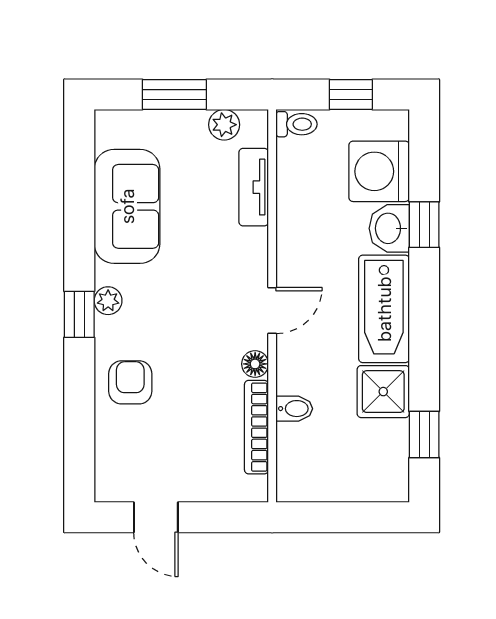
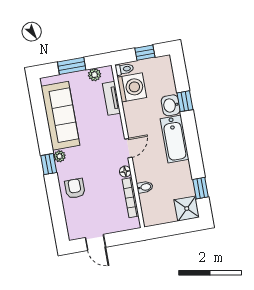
washing machine: (379, 171) -> (132, 87), moved, turned 180
sofa: (127, 206) -> (60, 116), width x1.36
shower: (383, 392) -> (187, 209), moved

